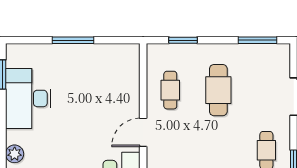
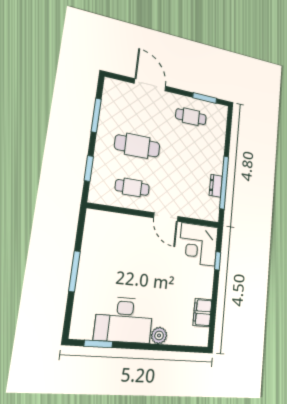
window: (258, 40) -> (96, 115), moved
plant: (15, 154) -> (159, 335), moved

